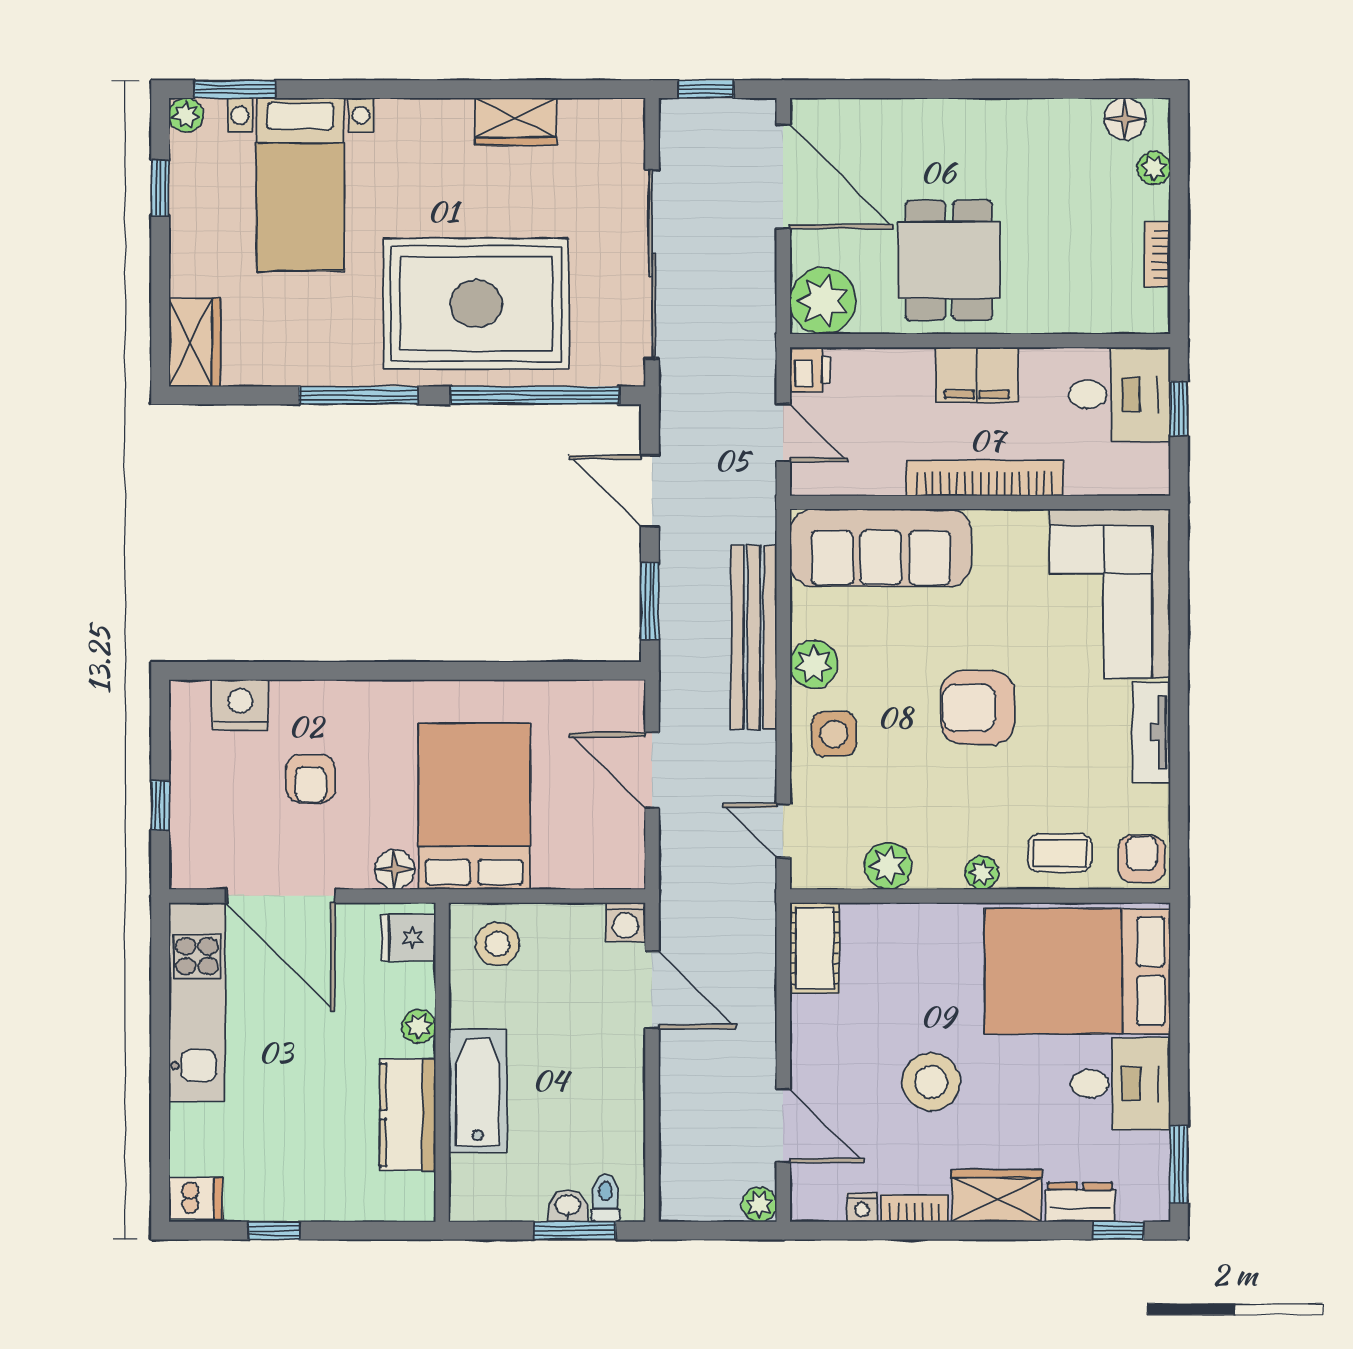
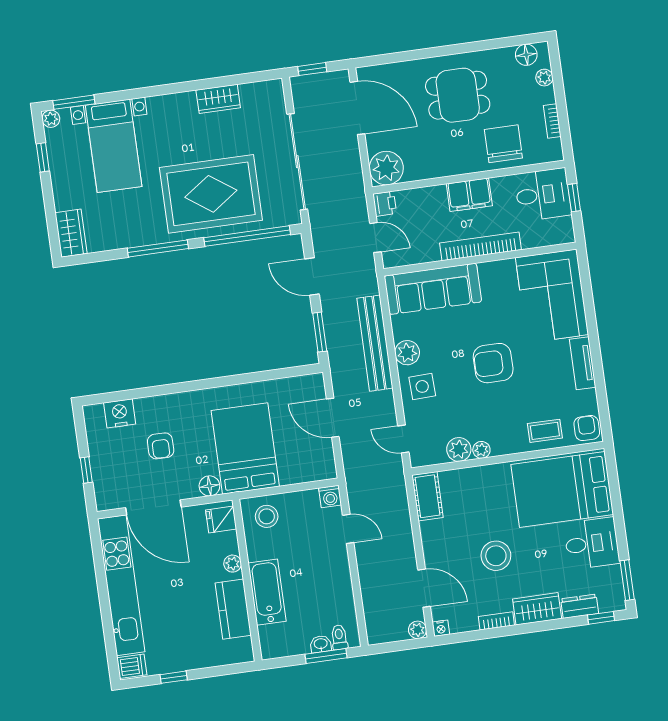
dining table: (949, 260) -> (458, 95), moved, turned 90
chair: (1057, 285) -> (503, 144), added
plant: (982, 873) -> (481, 450), moved
door: (652, 990) -> (348, 529), width x0.73
kitchen unit: (197, 1002) -> (121, 585), width x1.36
nightstand: (862, 1207) -> (441, 628), moved

